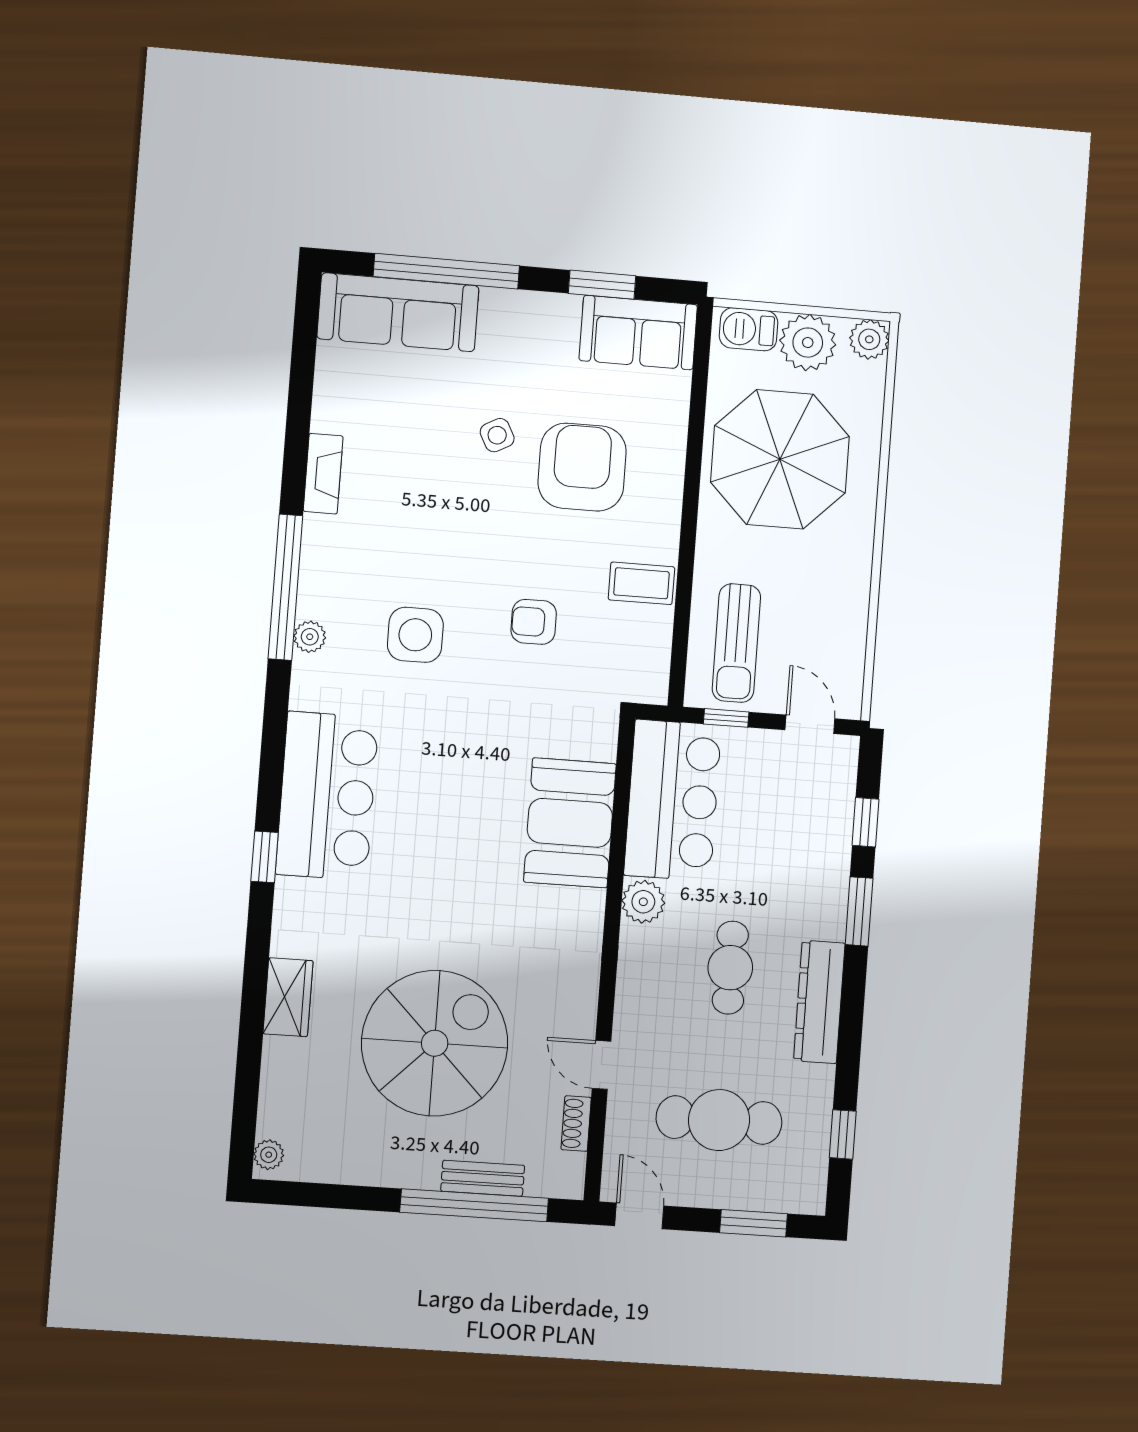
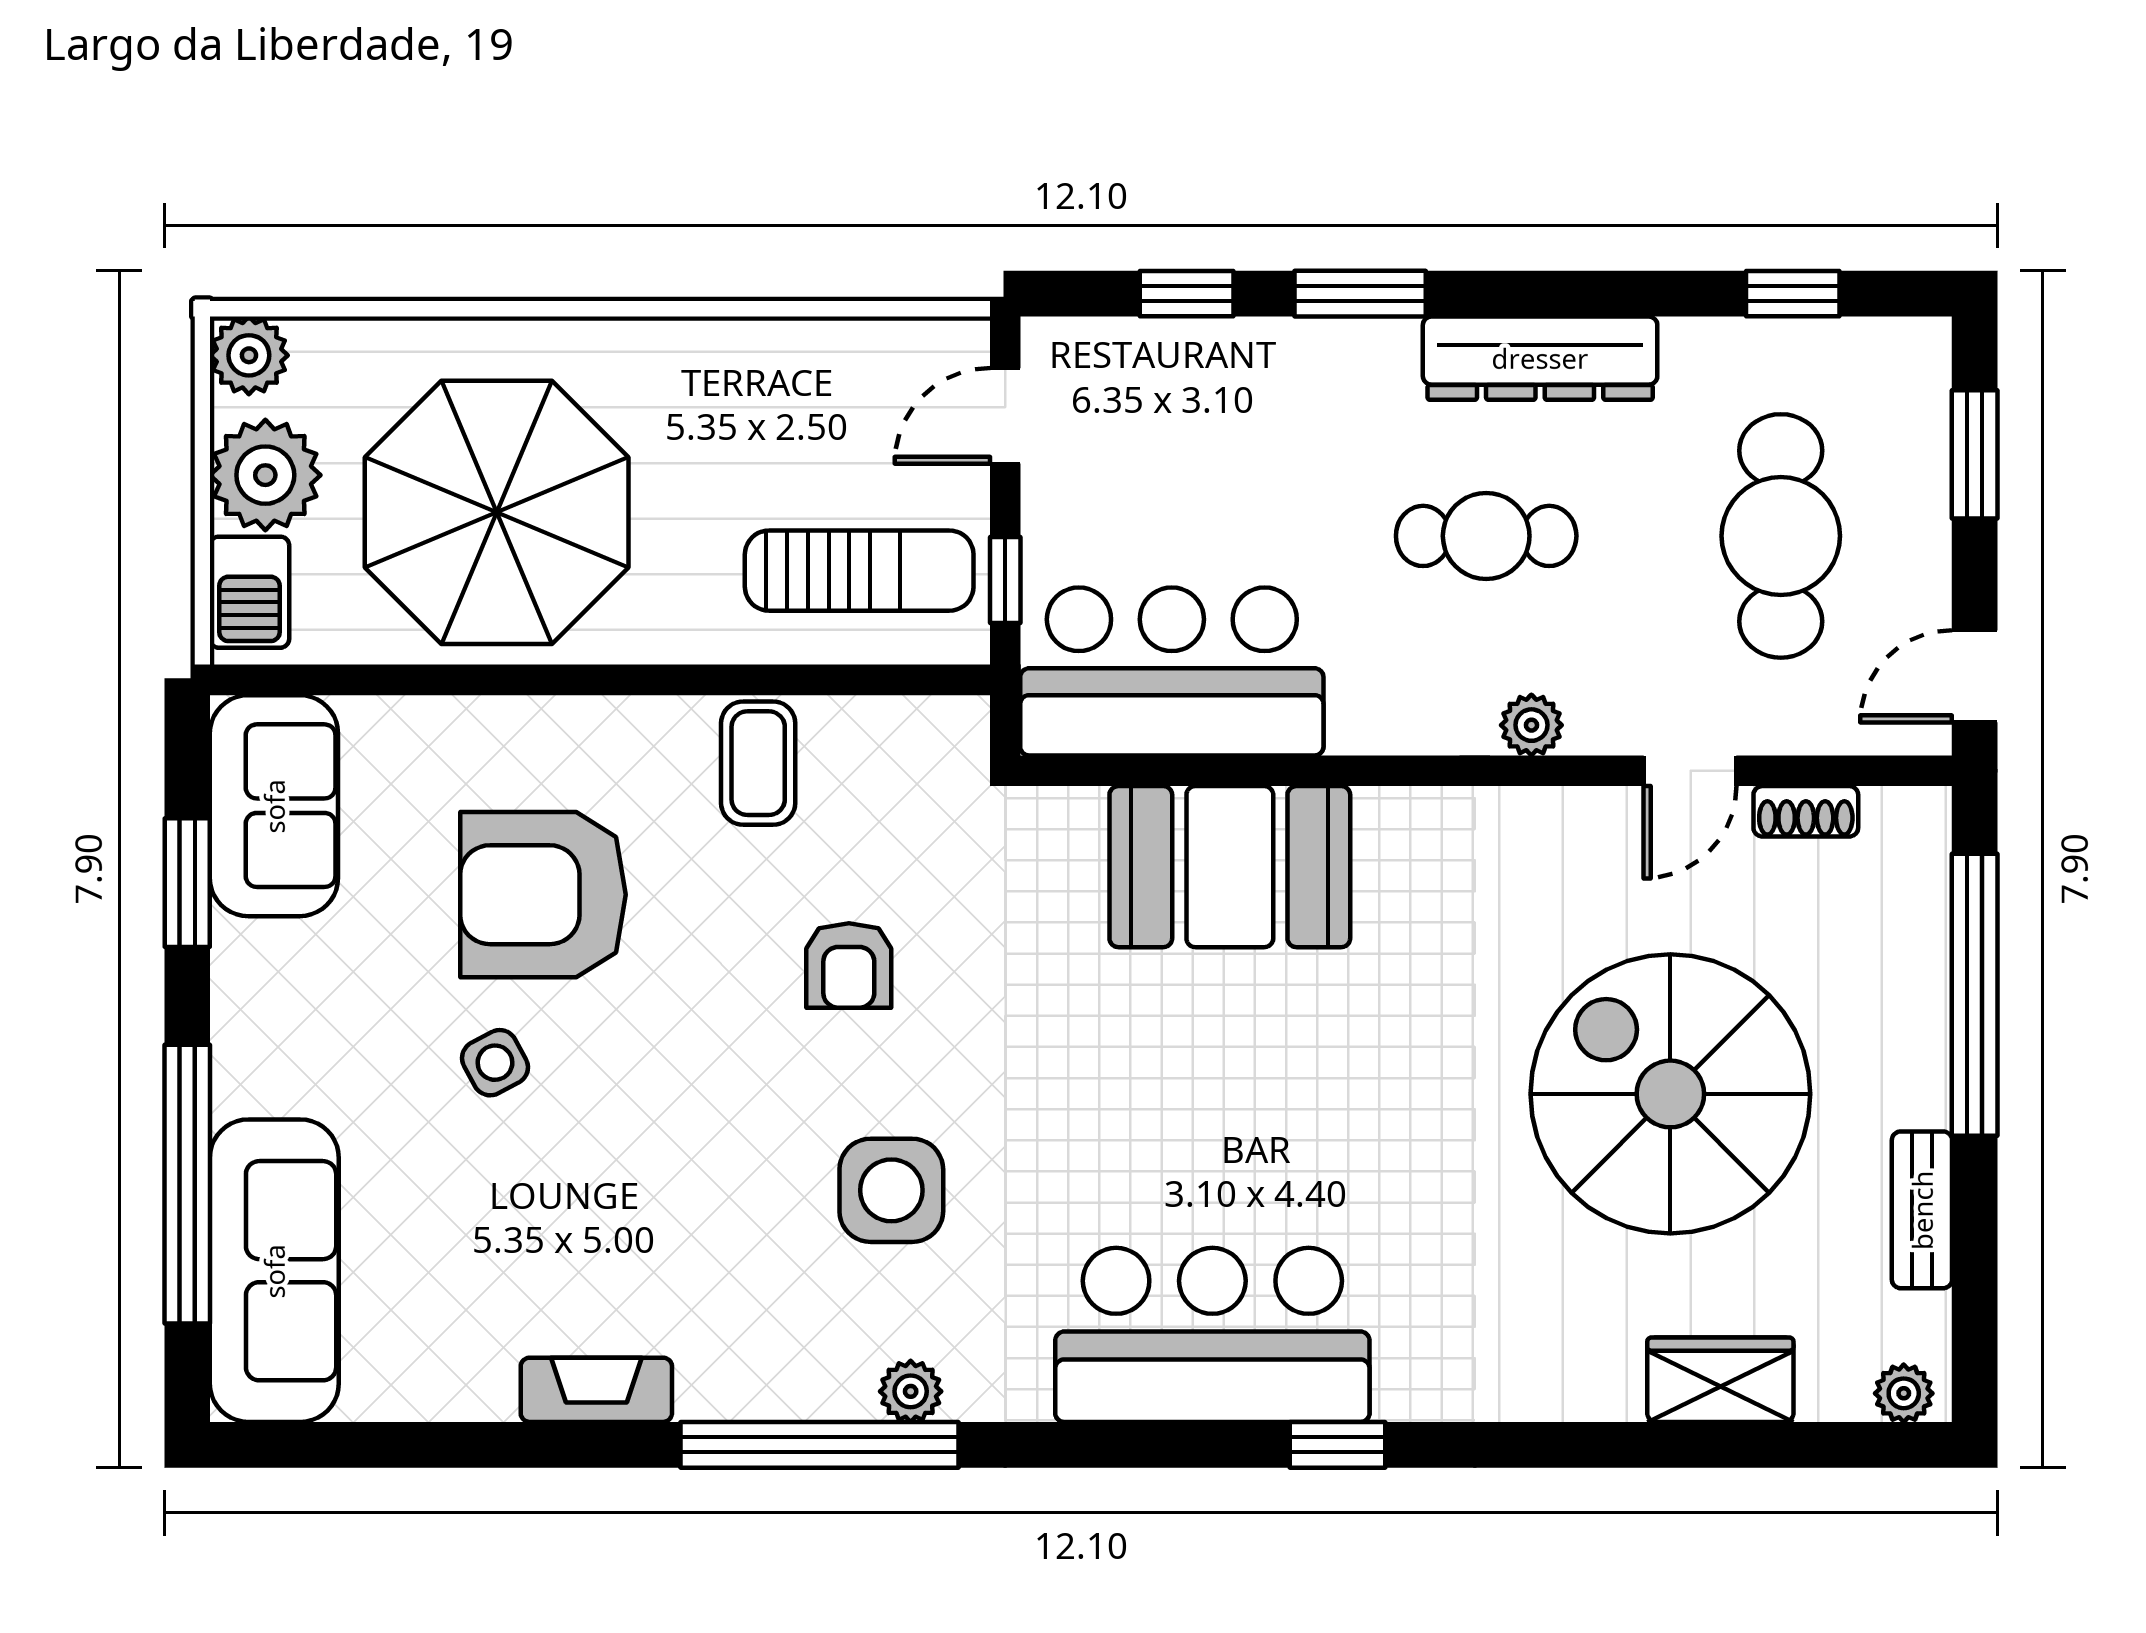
plant: (643, 902) -> (1531, 725), moved, width x0.73, depth x0.73
wardrobe: (288, 997) -> (1720, 1380), moved
bench: (483, 1178) -> (1922, 1210), moved

